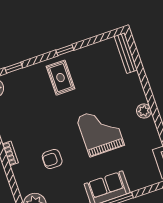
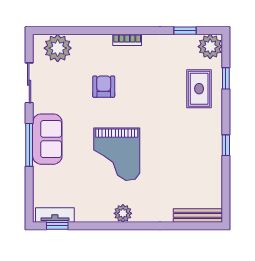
rug: (61, 78) -> (199, 89), moved, turned 90
grand piano: (100, 131) -> (117, 154), turned 90

